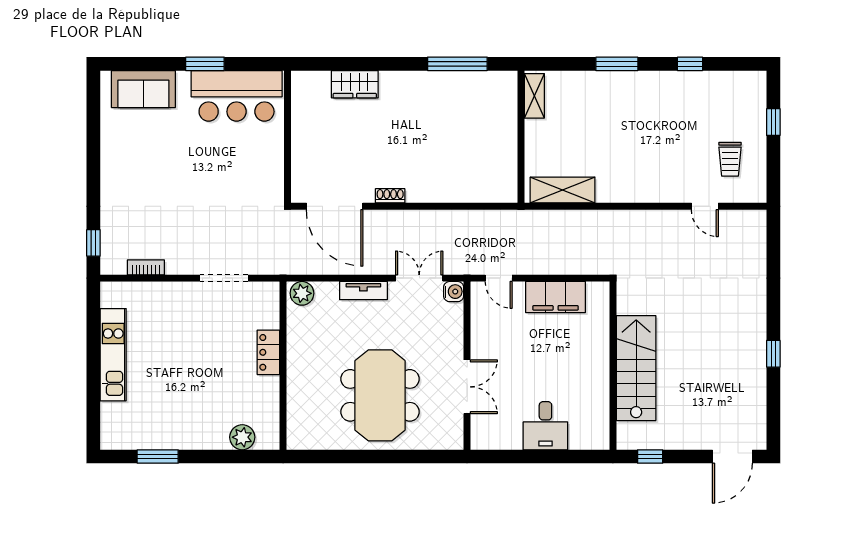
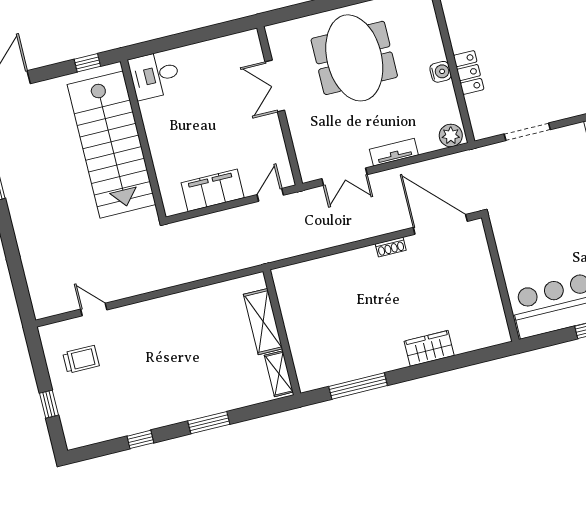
wardrobe: (355, 84) -> (429, 348), moved
trolley: (730, 159) -> (81, 359), turned 90
shelving: (563, 190) -> (263, 322), moved, turned 90
door: (499, 278) -> (270, 195), hinge flipped
water cooler: (454, 292) -> (441, 72), moved, turned 180
stairs: (636, 368) -> (112, 145), width x1.36, depth x1.51
desk: (545, 426) -> (155, 75), moved, turned -90

